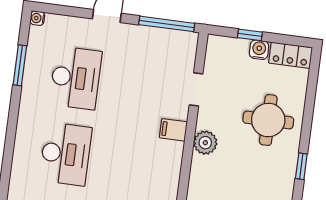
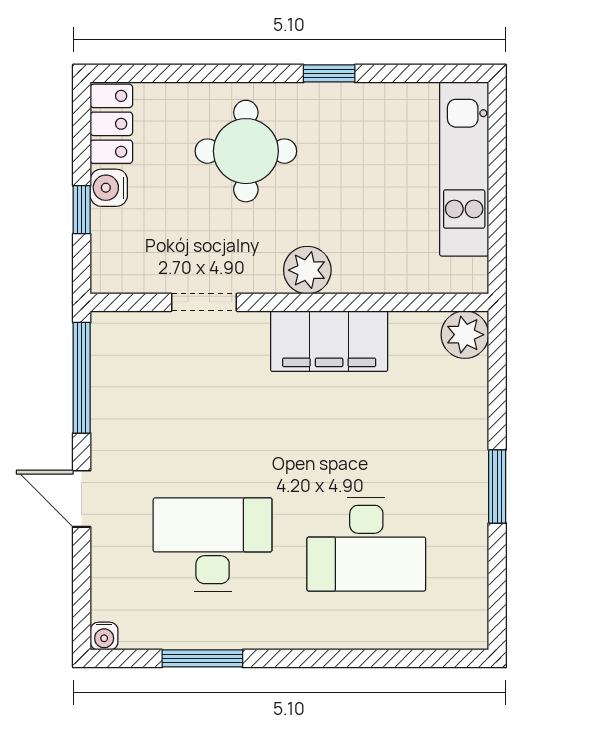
filing cabinet: (173, 130) -> (329, 341), width x3.00, depth x1.17
desk: (66, 154) -> (366, 544), turned 180

